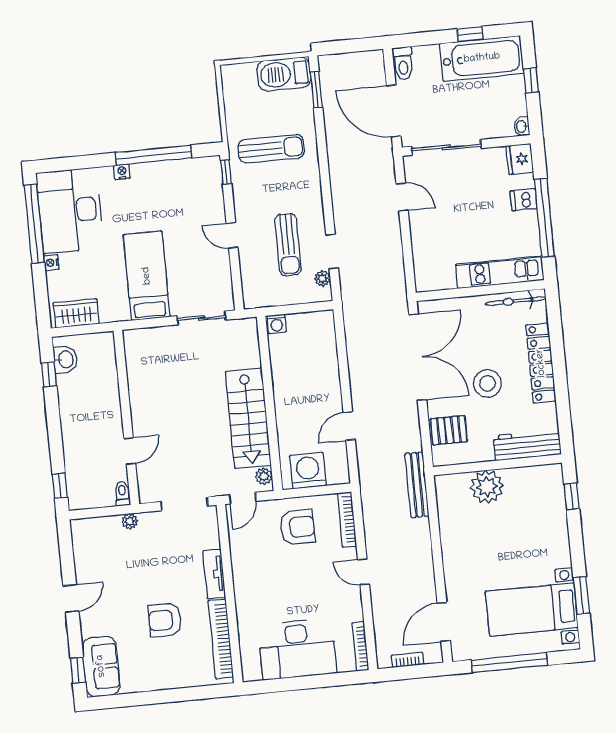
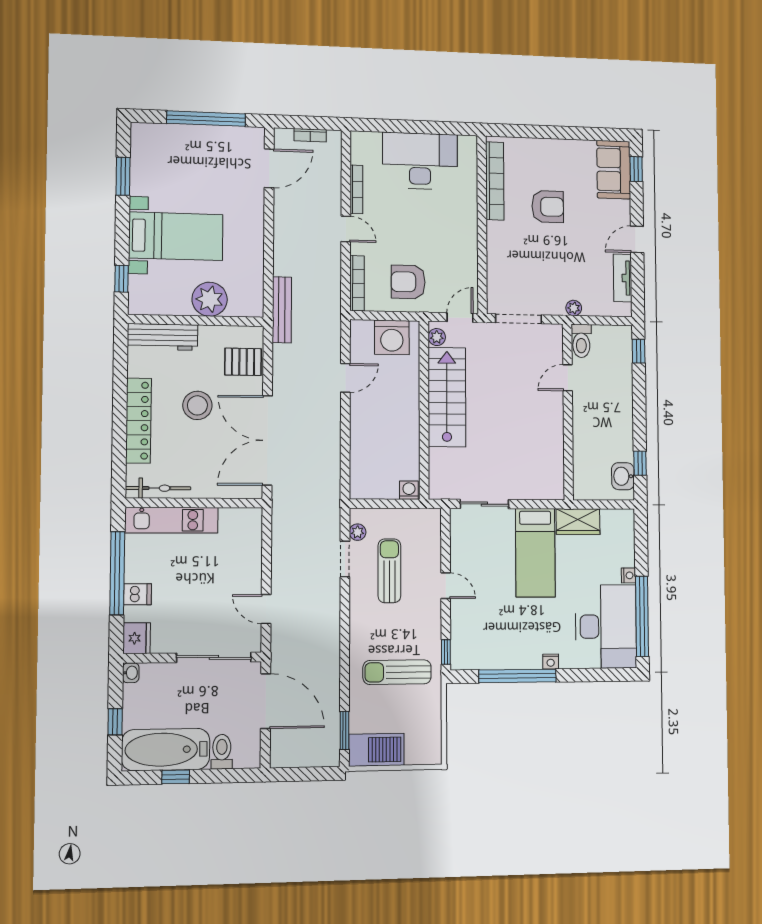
toilet: (403, 63) -> (222, 752), moved
wardrobe: (76, 313) -> (578, 522), moved
toilet: (122, 494) -> (581, 341), width x1.37, depth x1.39
tv unit: (214, 574) -> (623, 278), moved, turned 180
bed with nightstands: (532, 610) -> (176, 236), moved
bookcase: (360, 646) -> (356, 189), moved

